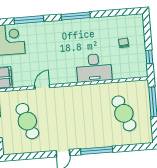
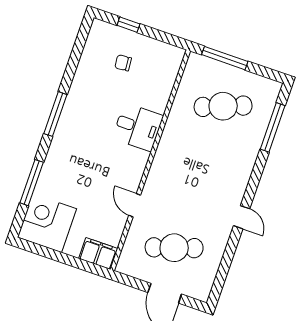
window: (149, 57) -> (128, 25), moved
desk: (94, 68) -> (138, 127), width x0.73
window: (97, 150) -> (273, 127), moved

